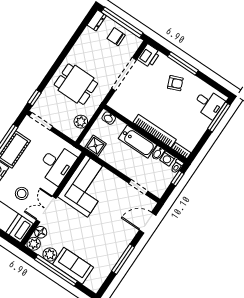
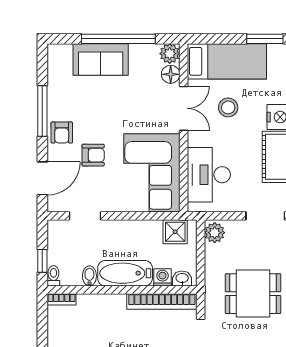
plant: (81, 122) -> (215, 233), moved
bookcase: (155, 131) -> (162, 302), moved
washing machine: (167, 159) -> (163, 277), moved
armchair: (112, 217) -> (93, 155), added
armchair: (120, 240) -> (62, 133), added
plant: (50, 254) -> (140, 54), removed

